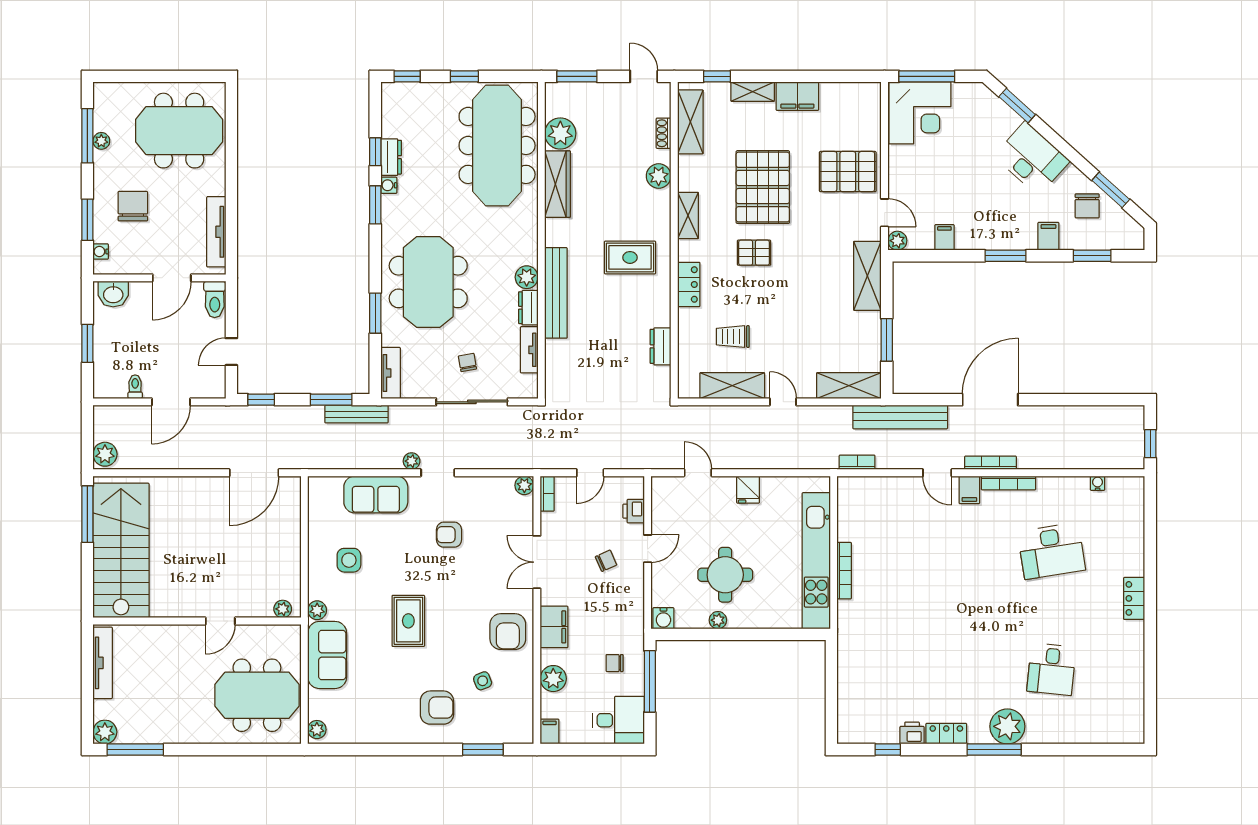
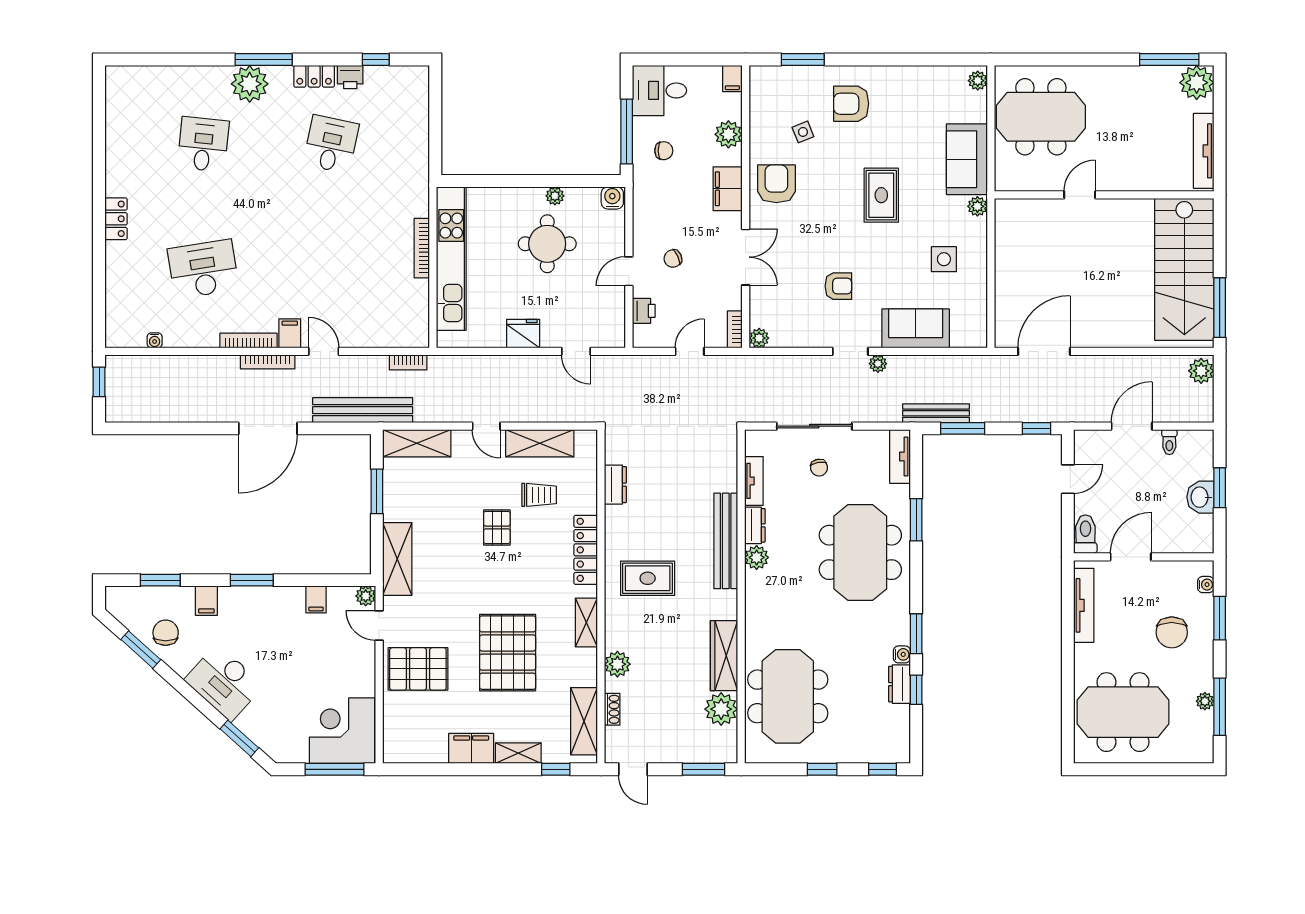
meeting table: (497, 145) -> (788, 696), width x0.73
pallet: (754, 253) -> (497, 527), moved, turned 90
locker: (689, 284) -> (586, 550), width x1.53
washbasin: (113, 294) -> (1200, 497), moved, turned -90
fridge: (748, 490) -> (523, 334), width x1.38
plant: (283, 609) -> (1014, 208), removed
desk: (930, 669) -> (331, 144), added
plant: (105, 732) -> (1197, 83), width x1.36, depth x1.36

